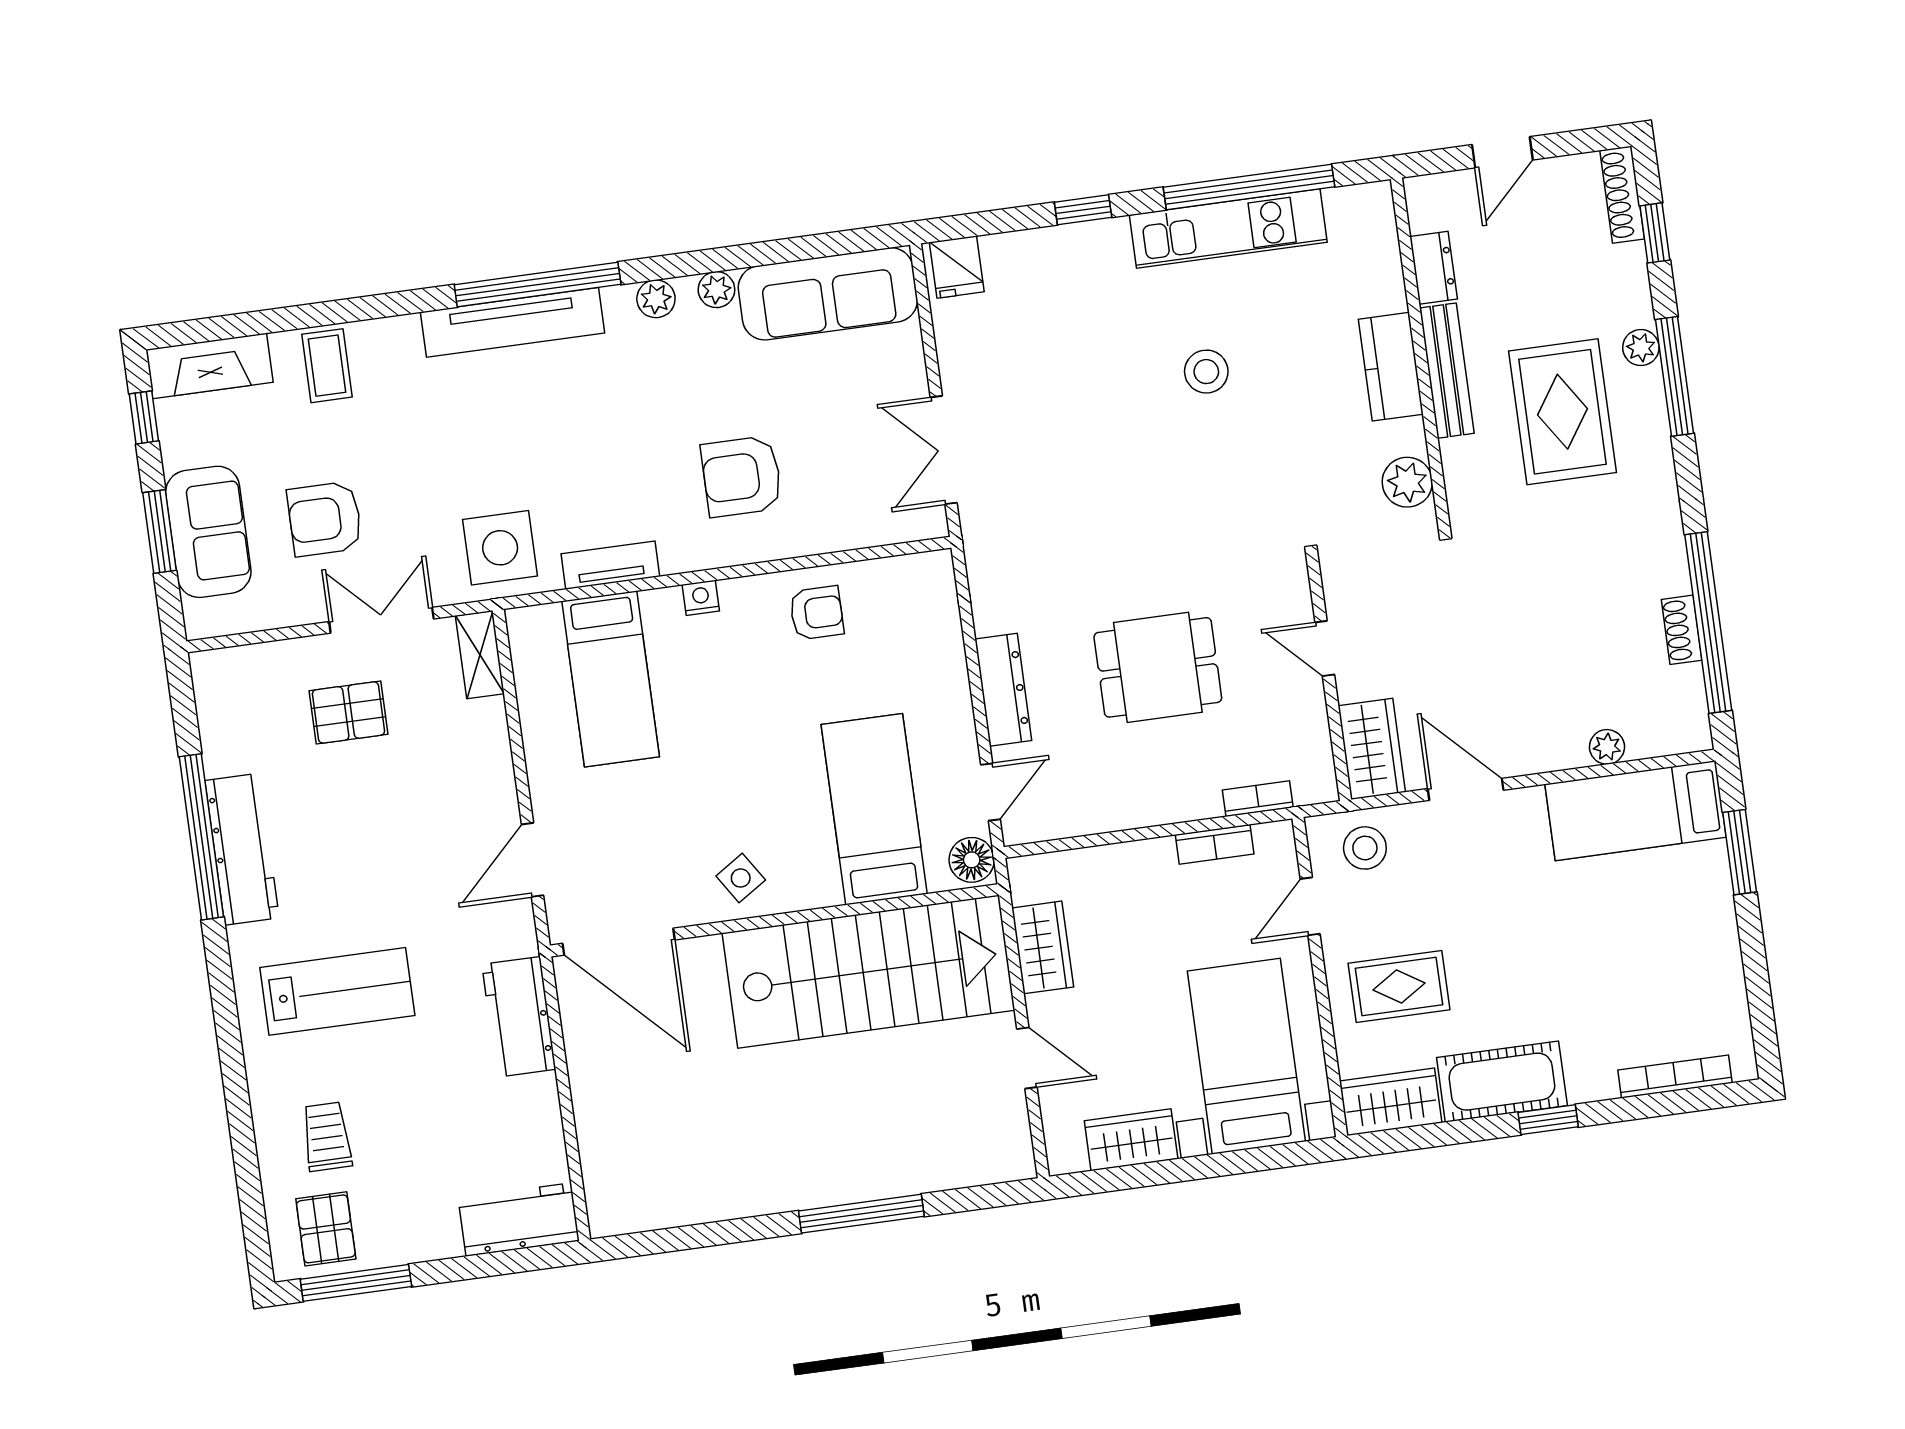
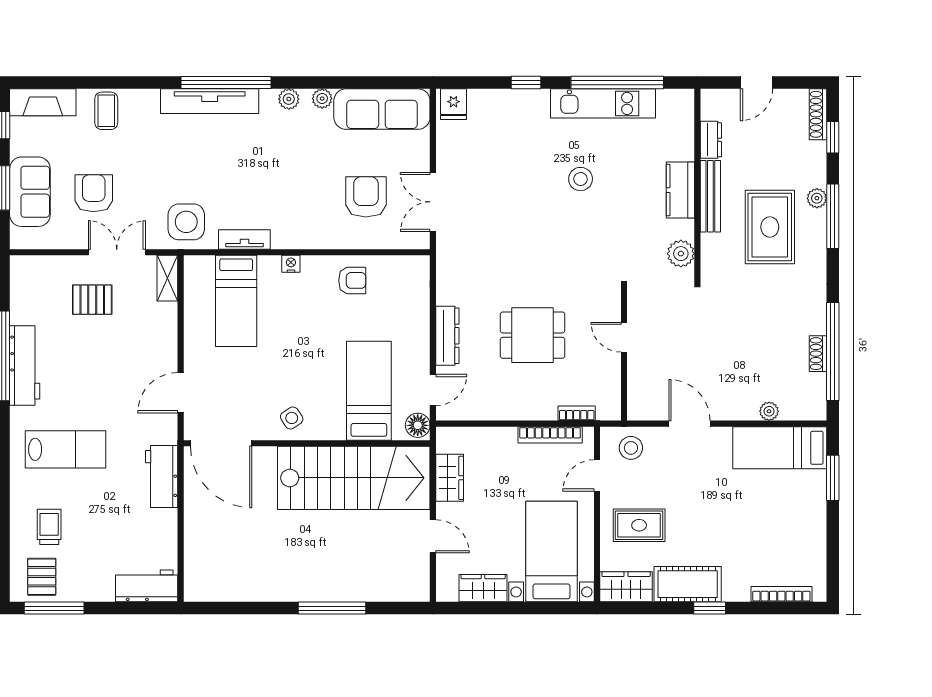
armchair: (742, 476) -> (366, 197), moved, turned 90
armchair: (325, 519) -> (94, 193), turned 90
wardrobe: (1372, 749) -> (642, 395), removed
bookcase: (1215, 844) -> (550, 435), width x1.56

